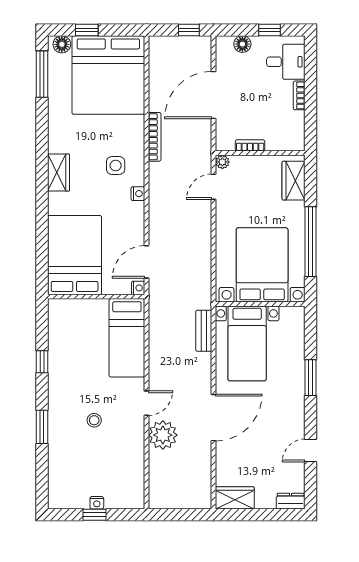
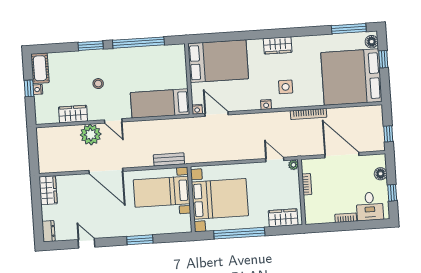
window: (42, 362) -> (138, 43), width x3.17
wardrobe: (133, 457) -> (73, 114), added
cot: (68, 498) -> (40, 68), added

